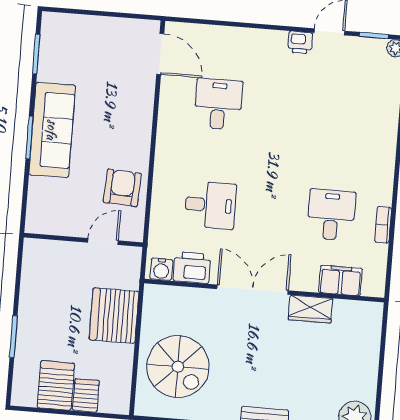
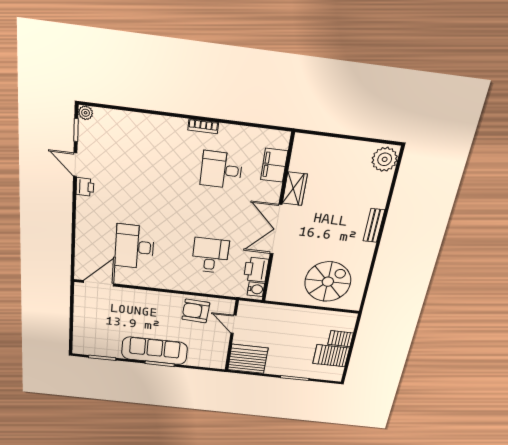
desk: (218, 104) -> (135, 247), width x1.37
bookcase: (383, 225) -> (203, 126), moved
server rack: (114, 316) -> (248, 359), moved, turned 180

